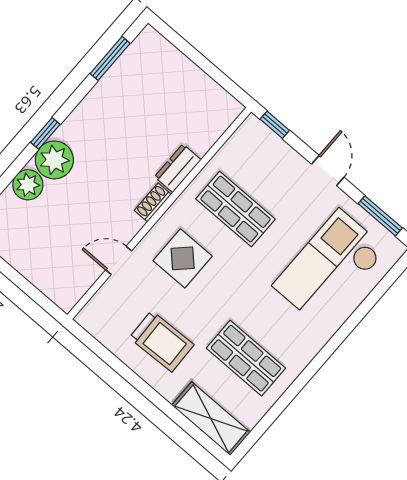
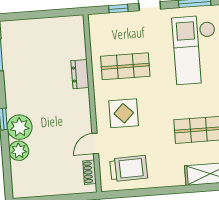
window: (275, 125) -> (118, 9), moved
shoe rack: (153, 202) -> (90, 172), moved
trolley: (162, 341) -> (129, 169), moved

